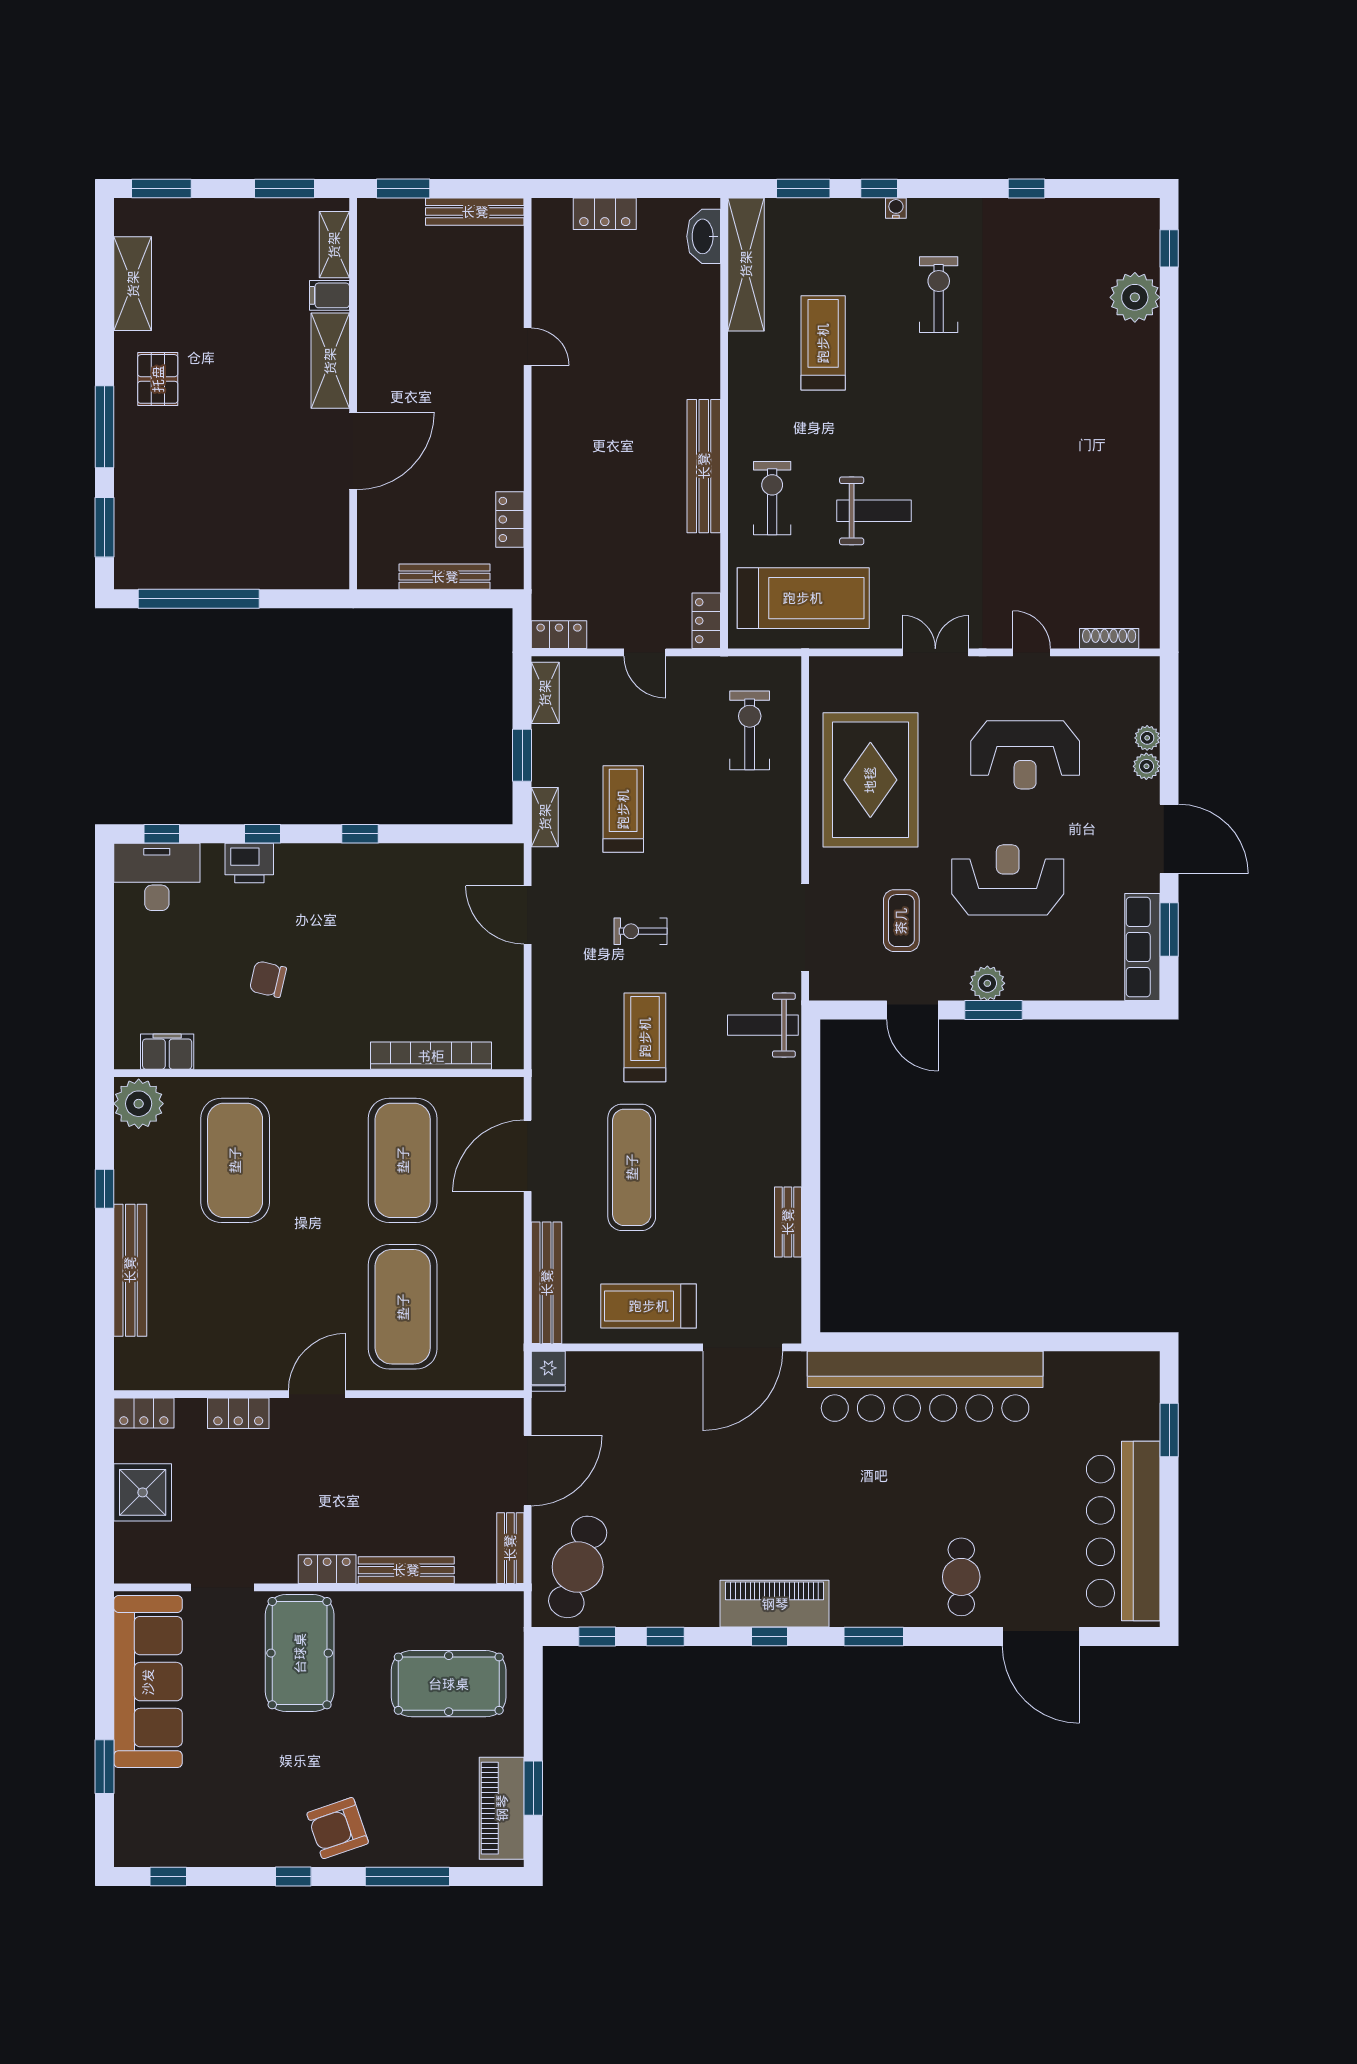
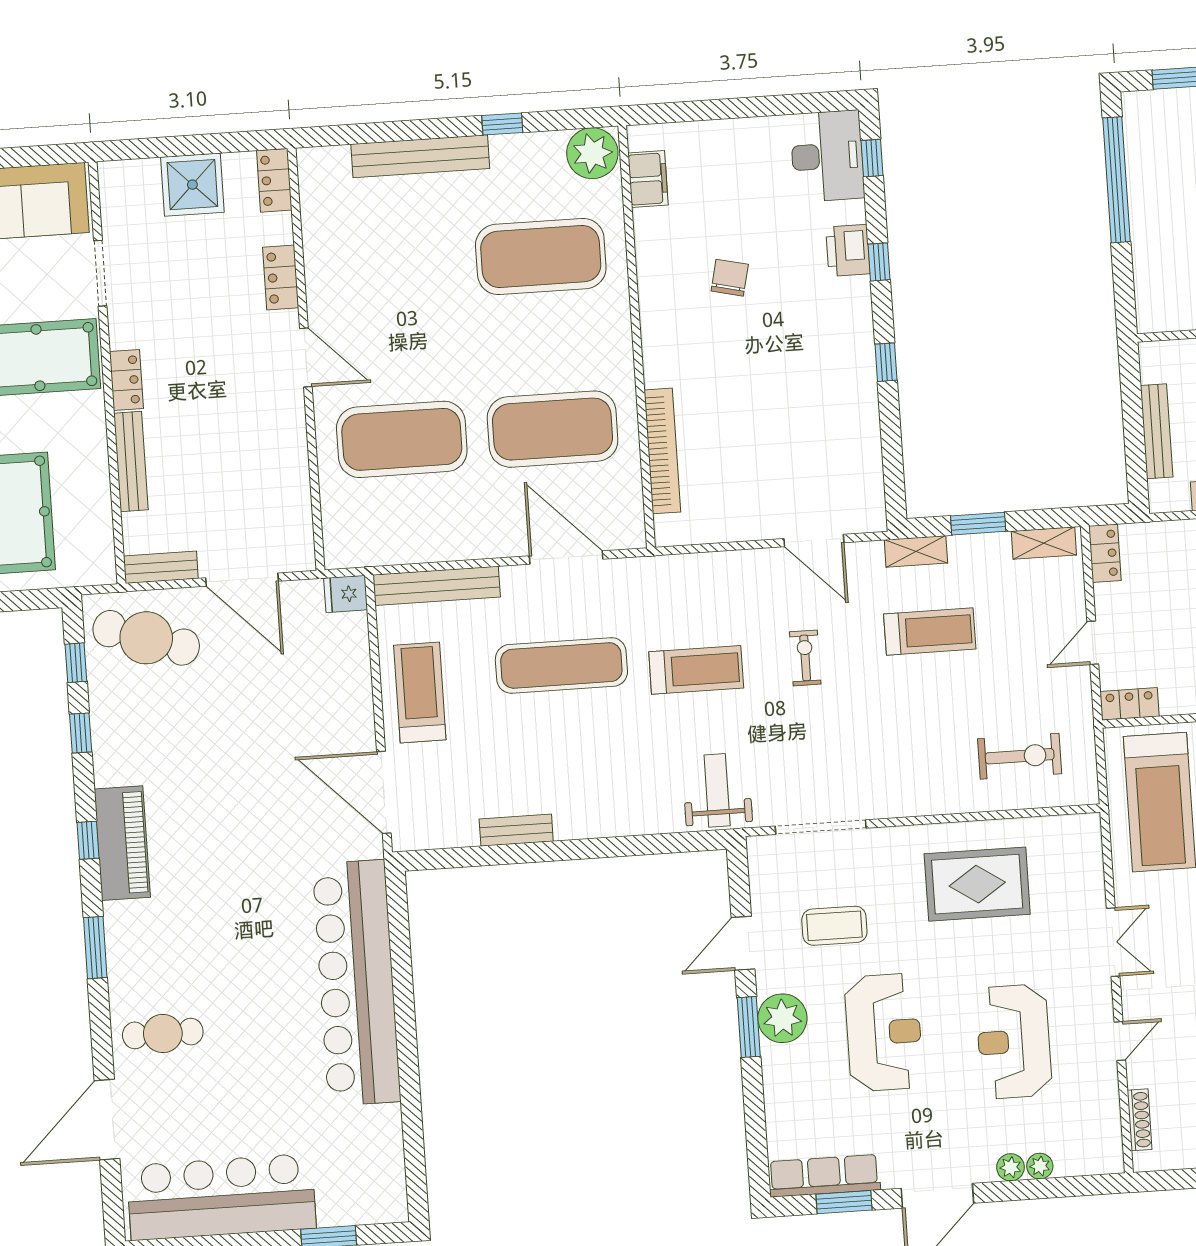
rug: (870, 780) -> (977, 884), width x0.73, depth x0.69
door: (528, 915) -> (814, 541), swing flipped
plant: (987, 983) -> (782, 1018), width x1.36, depth x1.36

